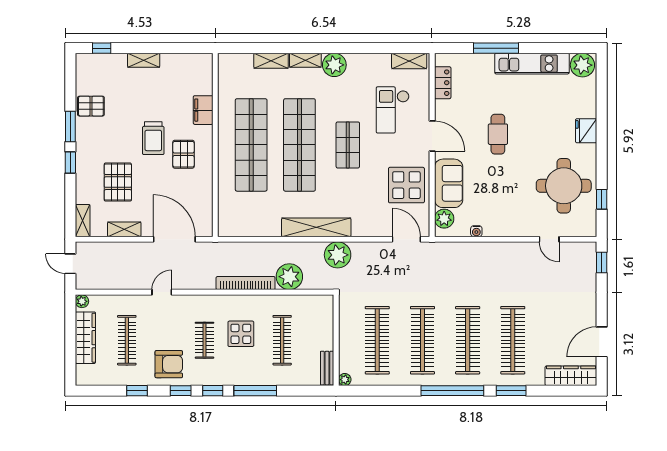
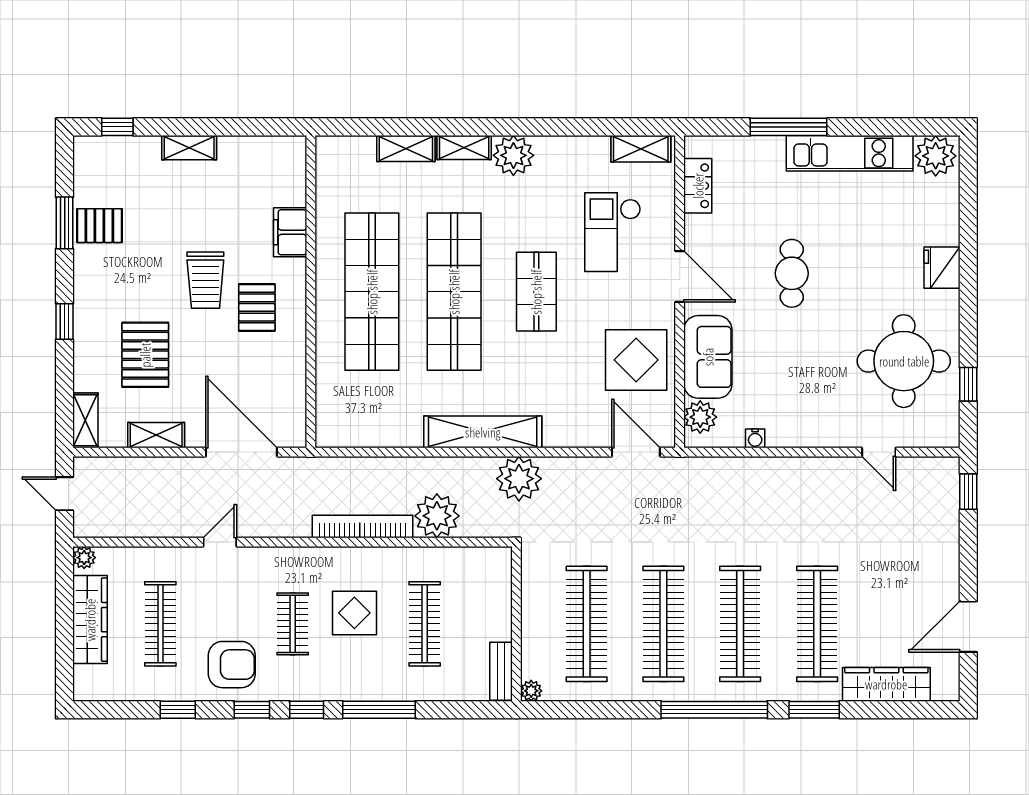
window: (70, 127) -> (65, 223), moved
wardrobe: (571, 376) -> (886, 684), moved

